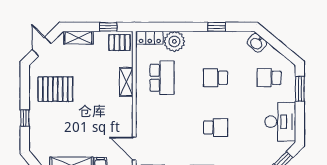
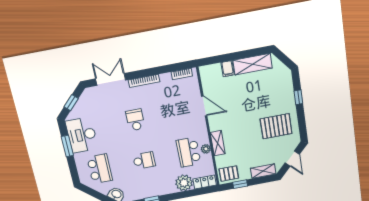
plant: (141, 78) -> (206, 149), added
school desk: (269, 78) -> (100, 169), width x1.85
window: (300, 89) -> (67, 146), moved
school desk: (216, 127) -> (135, 120), turned 90
door: (134, 149) -> (204, 106), moved

